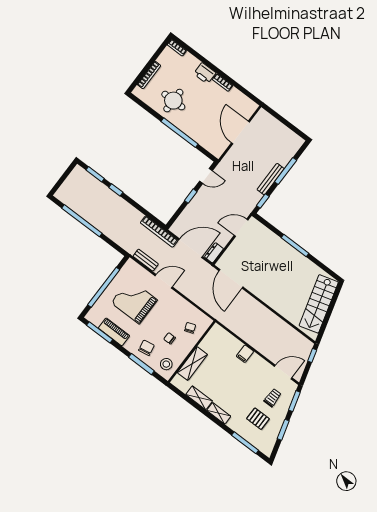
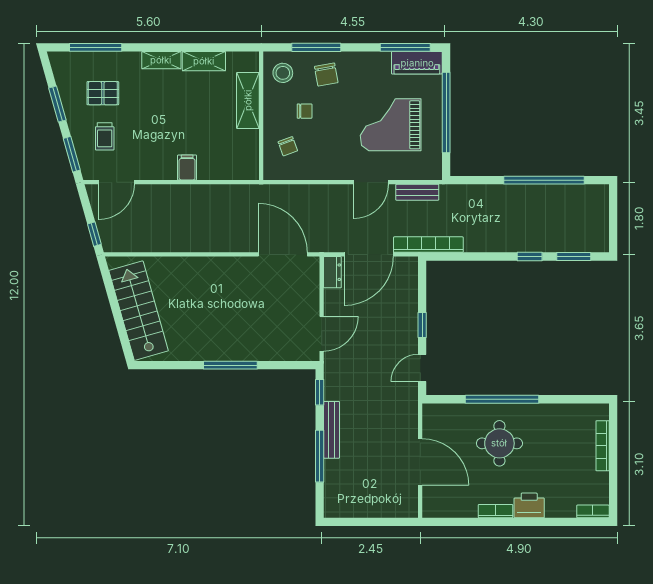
round table: (173, 101) -> (499, 443), moved
grand piano: (134, 301) -> (391, 125), turned 180
piano: (114, 332) -> (417, 63), moved

